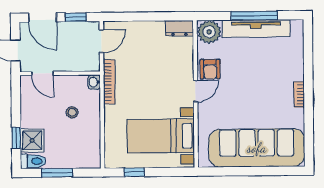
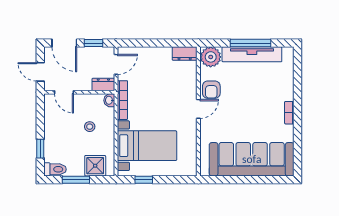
dresser: (87, 64) -> (103, 84), added
bed with nightstands: (161, 136) -> (147, 146), moved, turned 180
shower: (32, 140) -> (95, 166), moved

